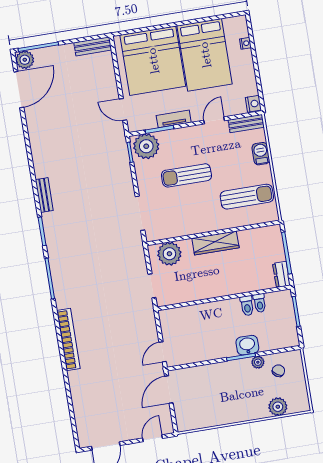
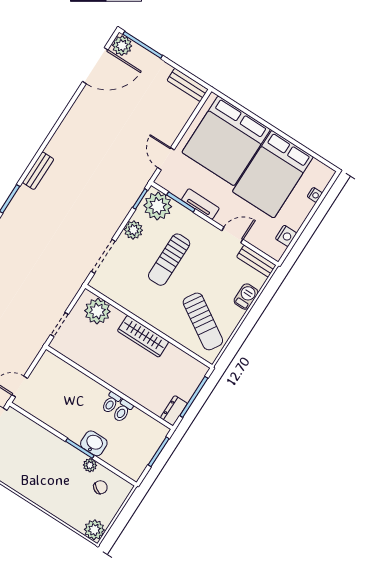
nightstand: (253, 104) -> (286, 236), moved
sun lounger: (186, 175) -> (169, 260), turned -90
plant: (144, 177) -> (133, 230), added
sun lounger: (247, 197) -> (203, 321), turned 32
toilet: (260, 303) -> (111, 403), moved
plant: (278, 407) -> (94, 530), moved

